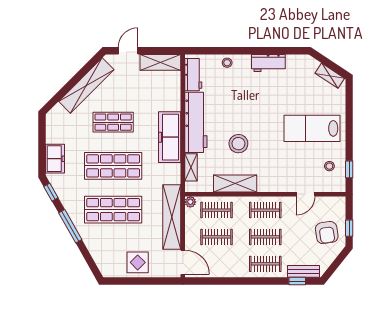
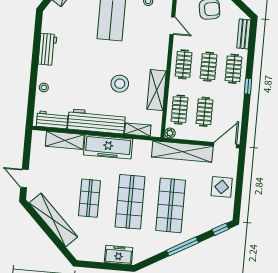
shelving: (160, 62) -> (65, 140), moved, turned 90
window: (51, 192) -> (220, 229), moved
window: (297, 281) -> (248, 86), moved

